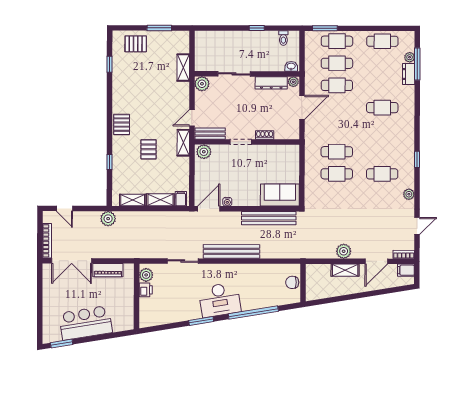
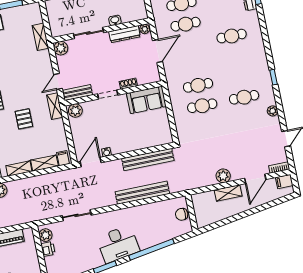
washbasin: (291, 66) -> (115, 20), moved
sofa: (280, 195) -> (146, 100), moved, turned 180
bench: (232, 251) -> (142, 193), moved

